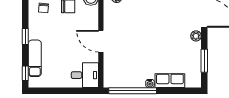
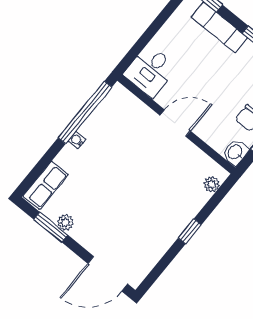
plant: (196, 36) -> (65, 222), moved
row of seats: (170, 81) -> (46, 185), moved

